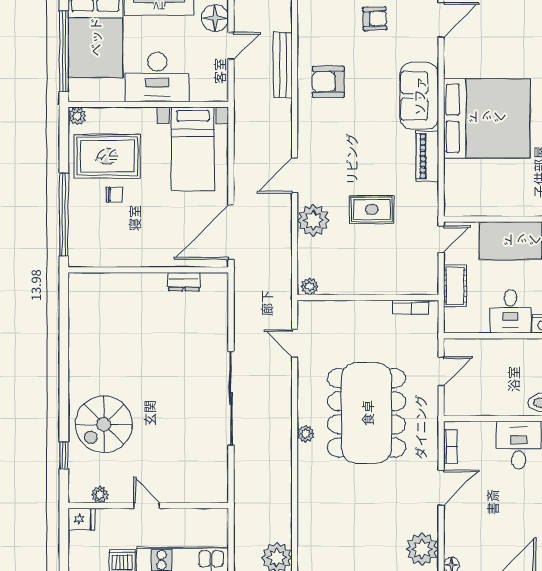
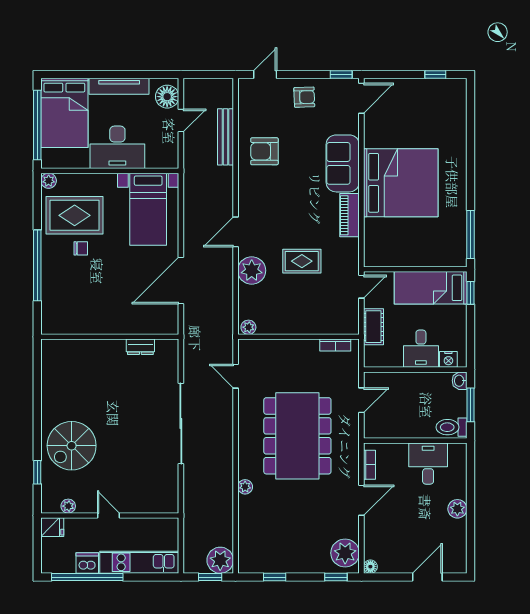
wall: (148, 270) -> (110, 337), moved
dresser: (184, 282) -> (140, 347), moved
plant: (306, 434) -> (245, 487), moved

